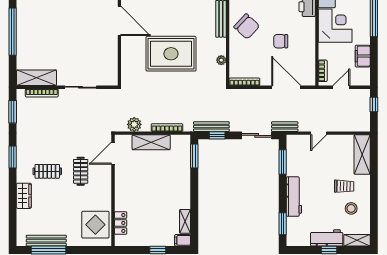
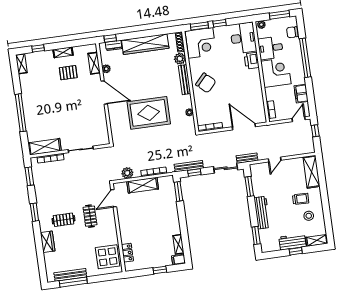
chair: (281, 41) -> (234, 91), removed
door: (341, 87) -> (299, 119), moved

